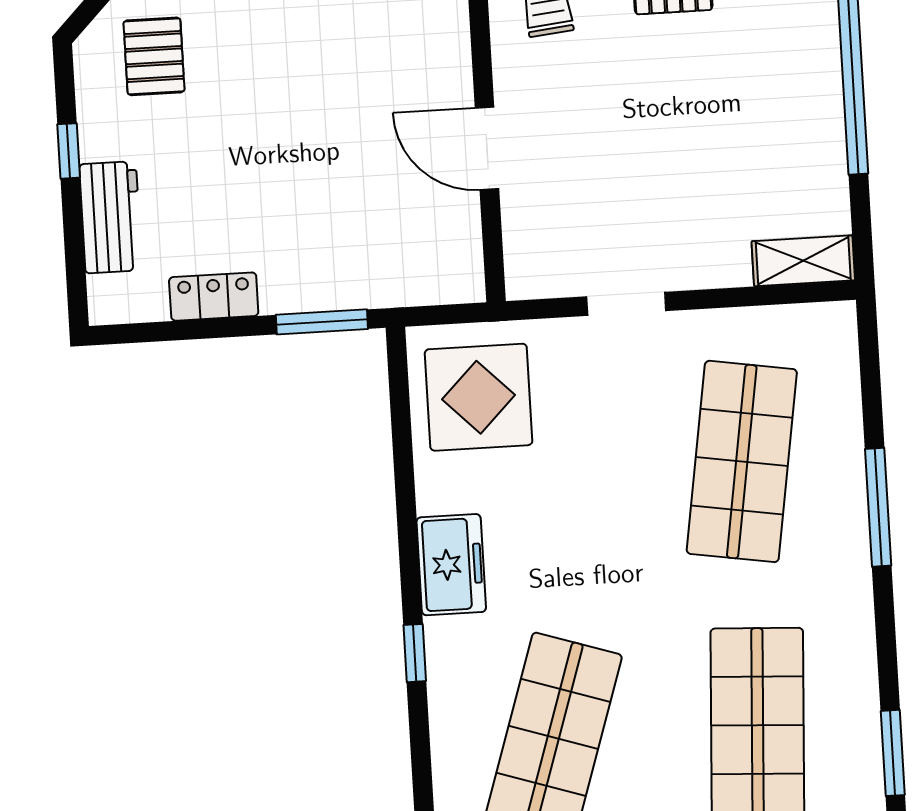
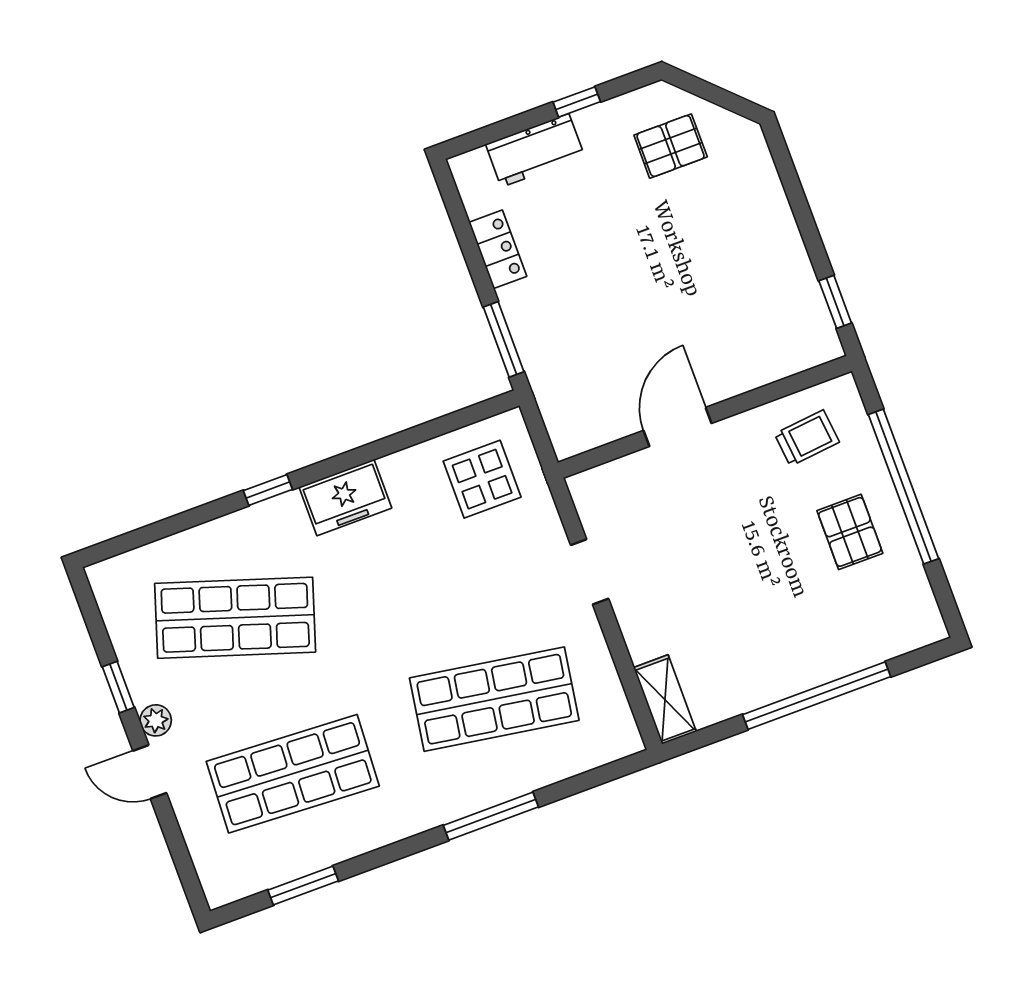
display table: (479, 397) -> (482, 479), width x0.73, depth x0.73

